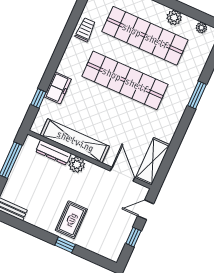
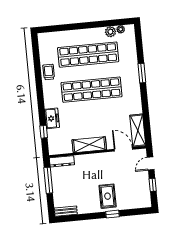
plant: (174, 18) -> (110, 32), moved
shelving: (75, 141) -> (89, 145), width x0.68
dresser: (53, 152) -> (62, 161), moved
plant: (77, 165) -> (91, 160), removed

